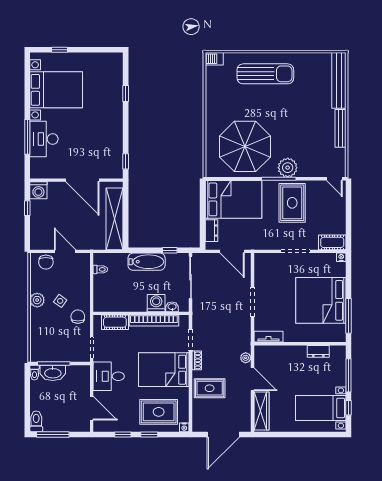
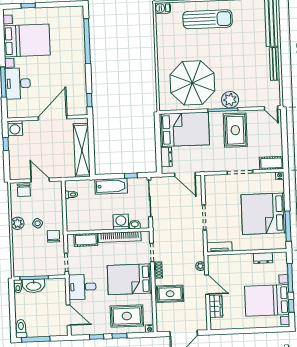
window: (126, 94) -> (87, 41), width x3.17
door: (82, 180) -> (53, 118), swing flipped
bed with nightstands: (321, 408) -> (267, 300), width x1.36
wardrobe: (261, 411) -> (216, 306), width x0.67

